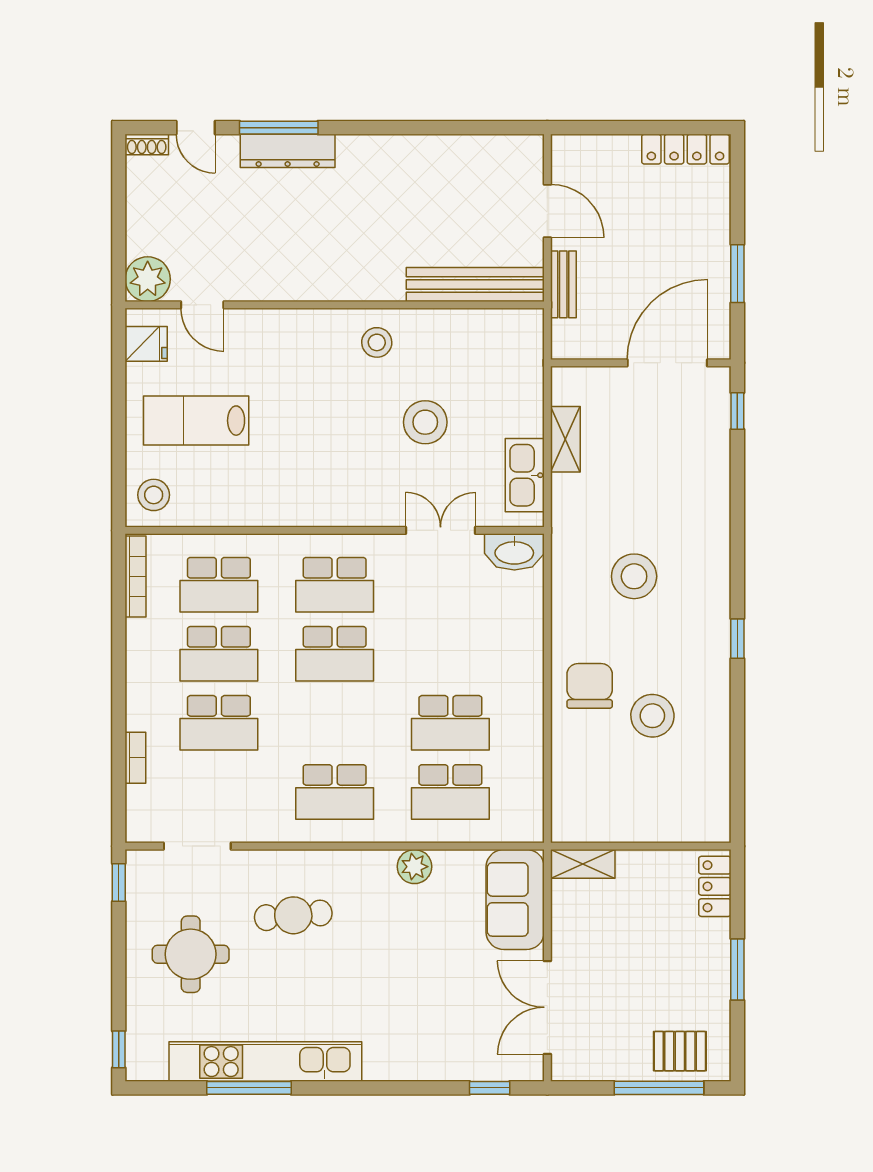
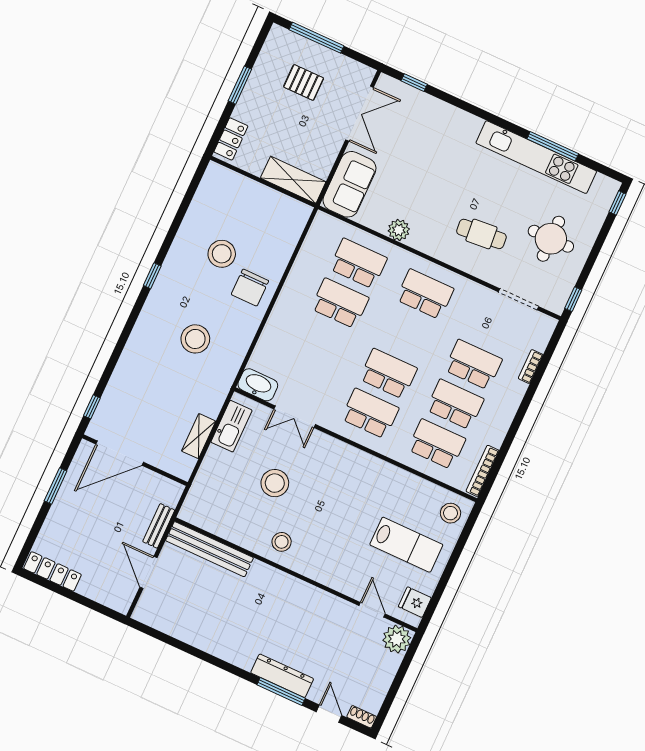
shelving: (583, 864) -> (293, 180), width x1.50, depth x1.33
pallet: (680, 1051) -> (304, 82), moved

